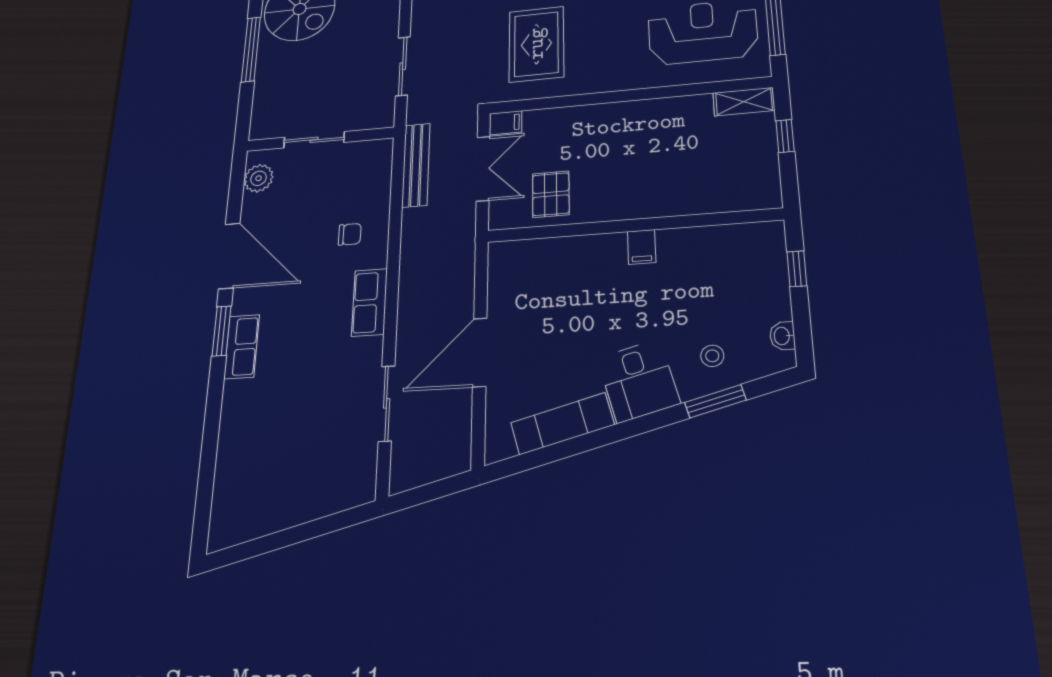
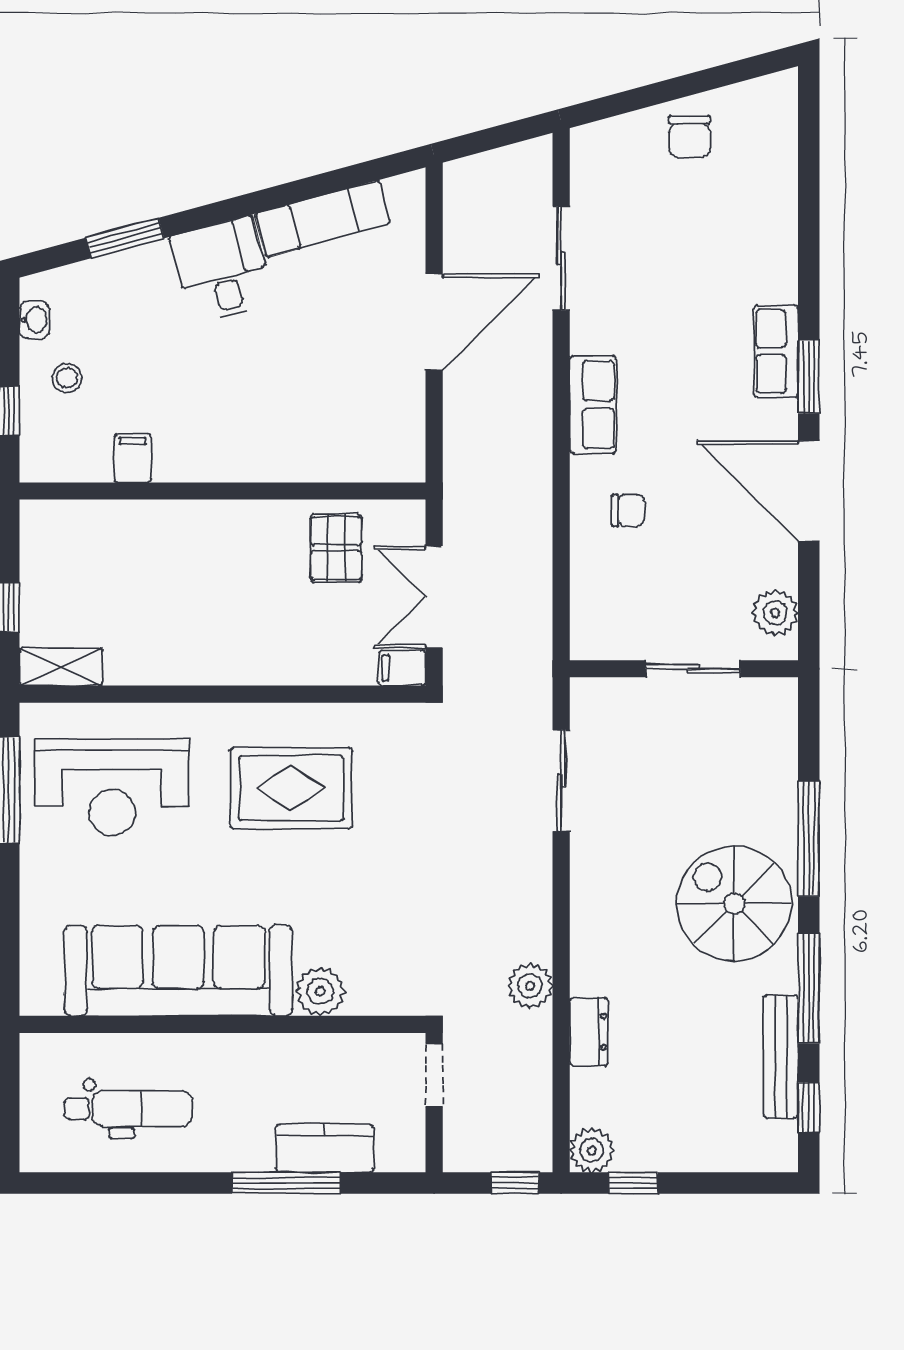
rug: (536, 44) -> (291, 788), moved, turned 90
bench: (416, 165) -> (534, 612), removed
chair: (350, 234) -> (628, 510), turned 180
filing cabinet: (642, 247) -> (133, 458), moved
stool: (712, 356) -> (67, 378), moved
chair: (288, 498) -> (689, 136), added

